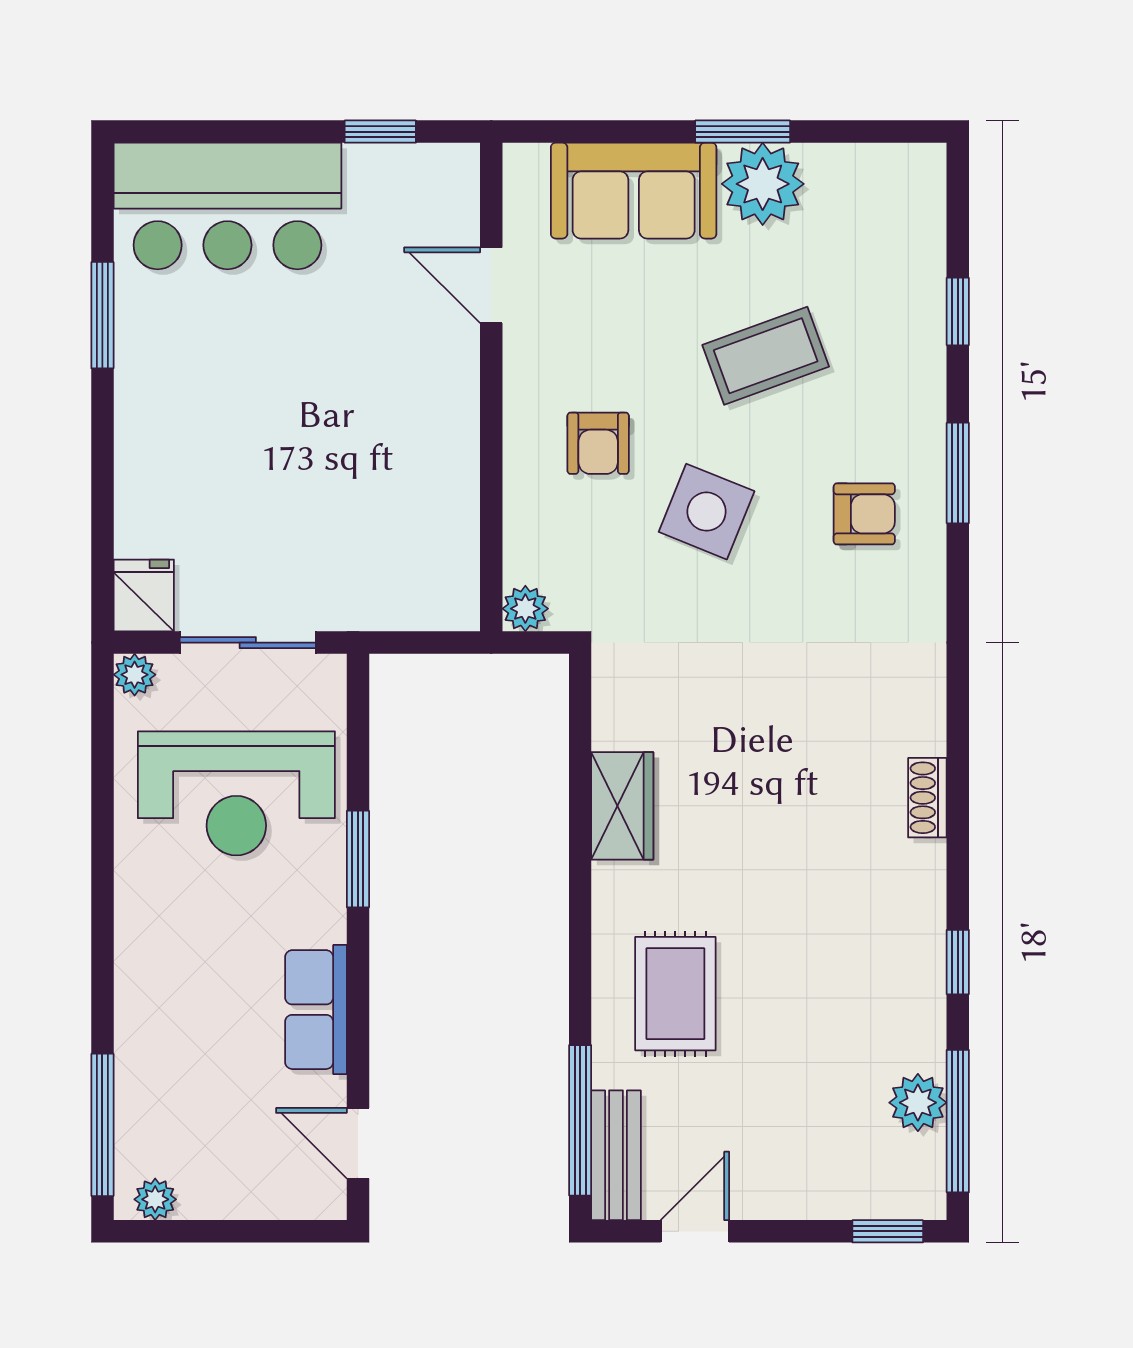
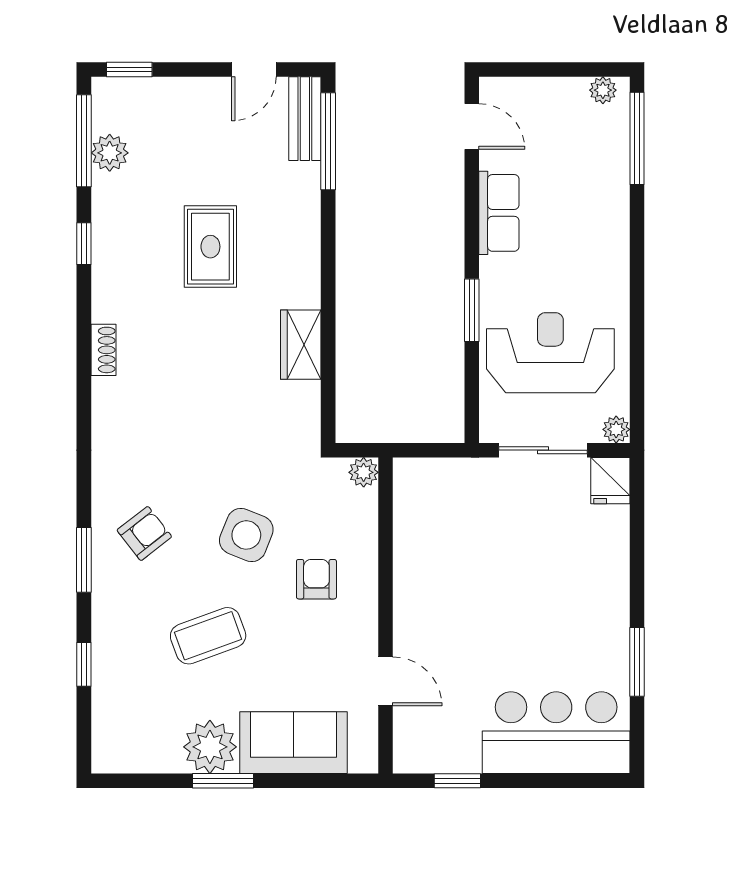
armchair: (864, 514) -> (144, 533), turned 142
rug: (675, 994) -> (210, 247), moved

